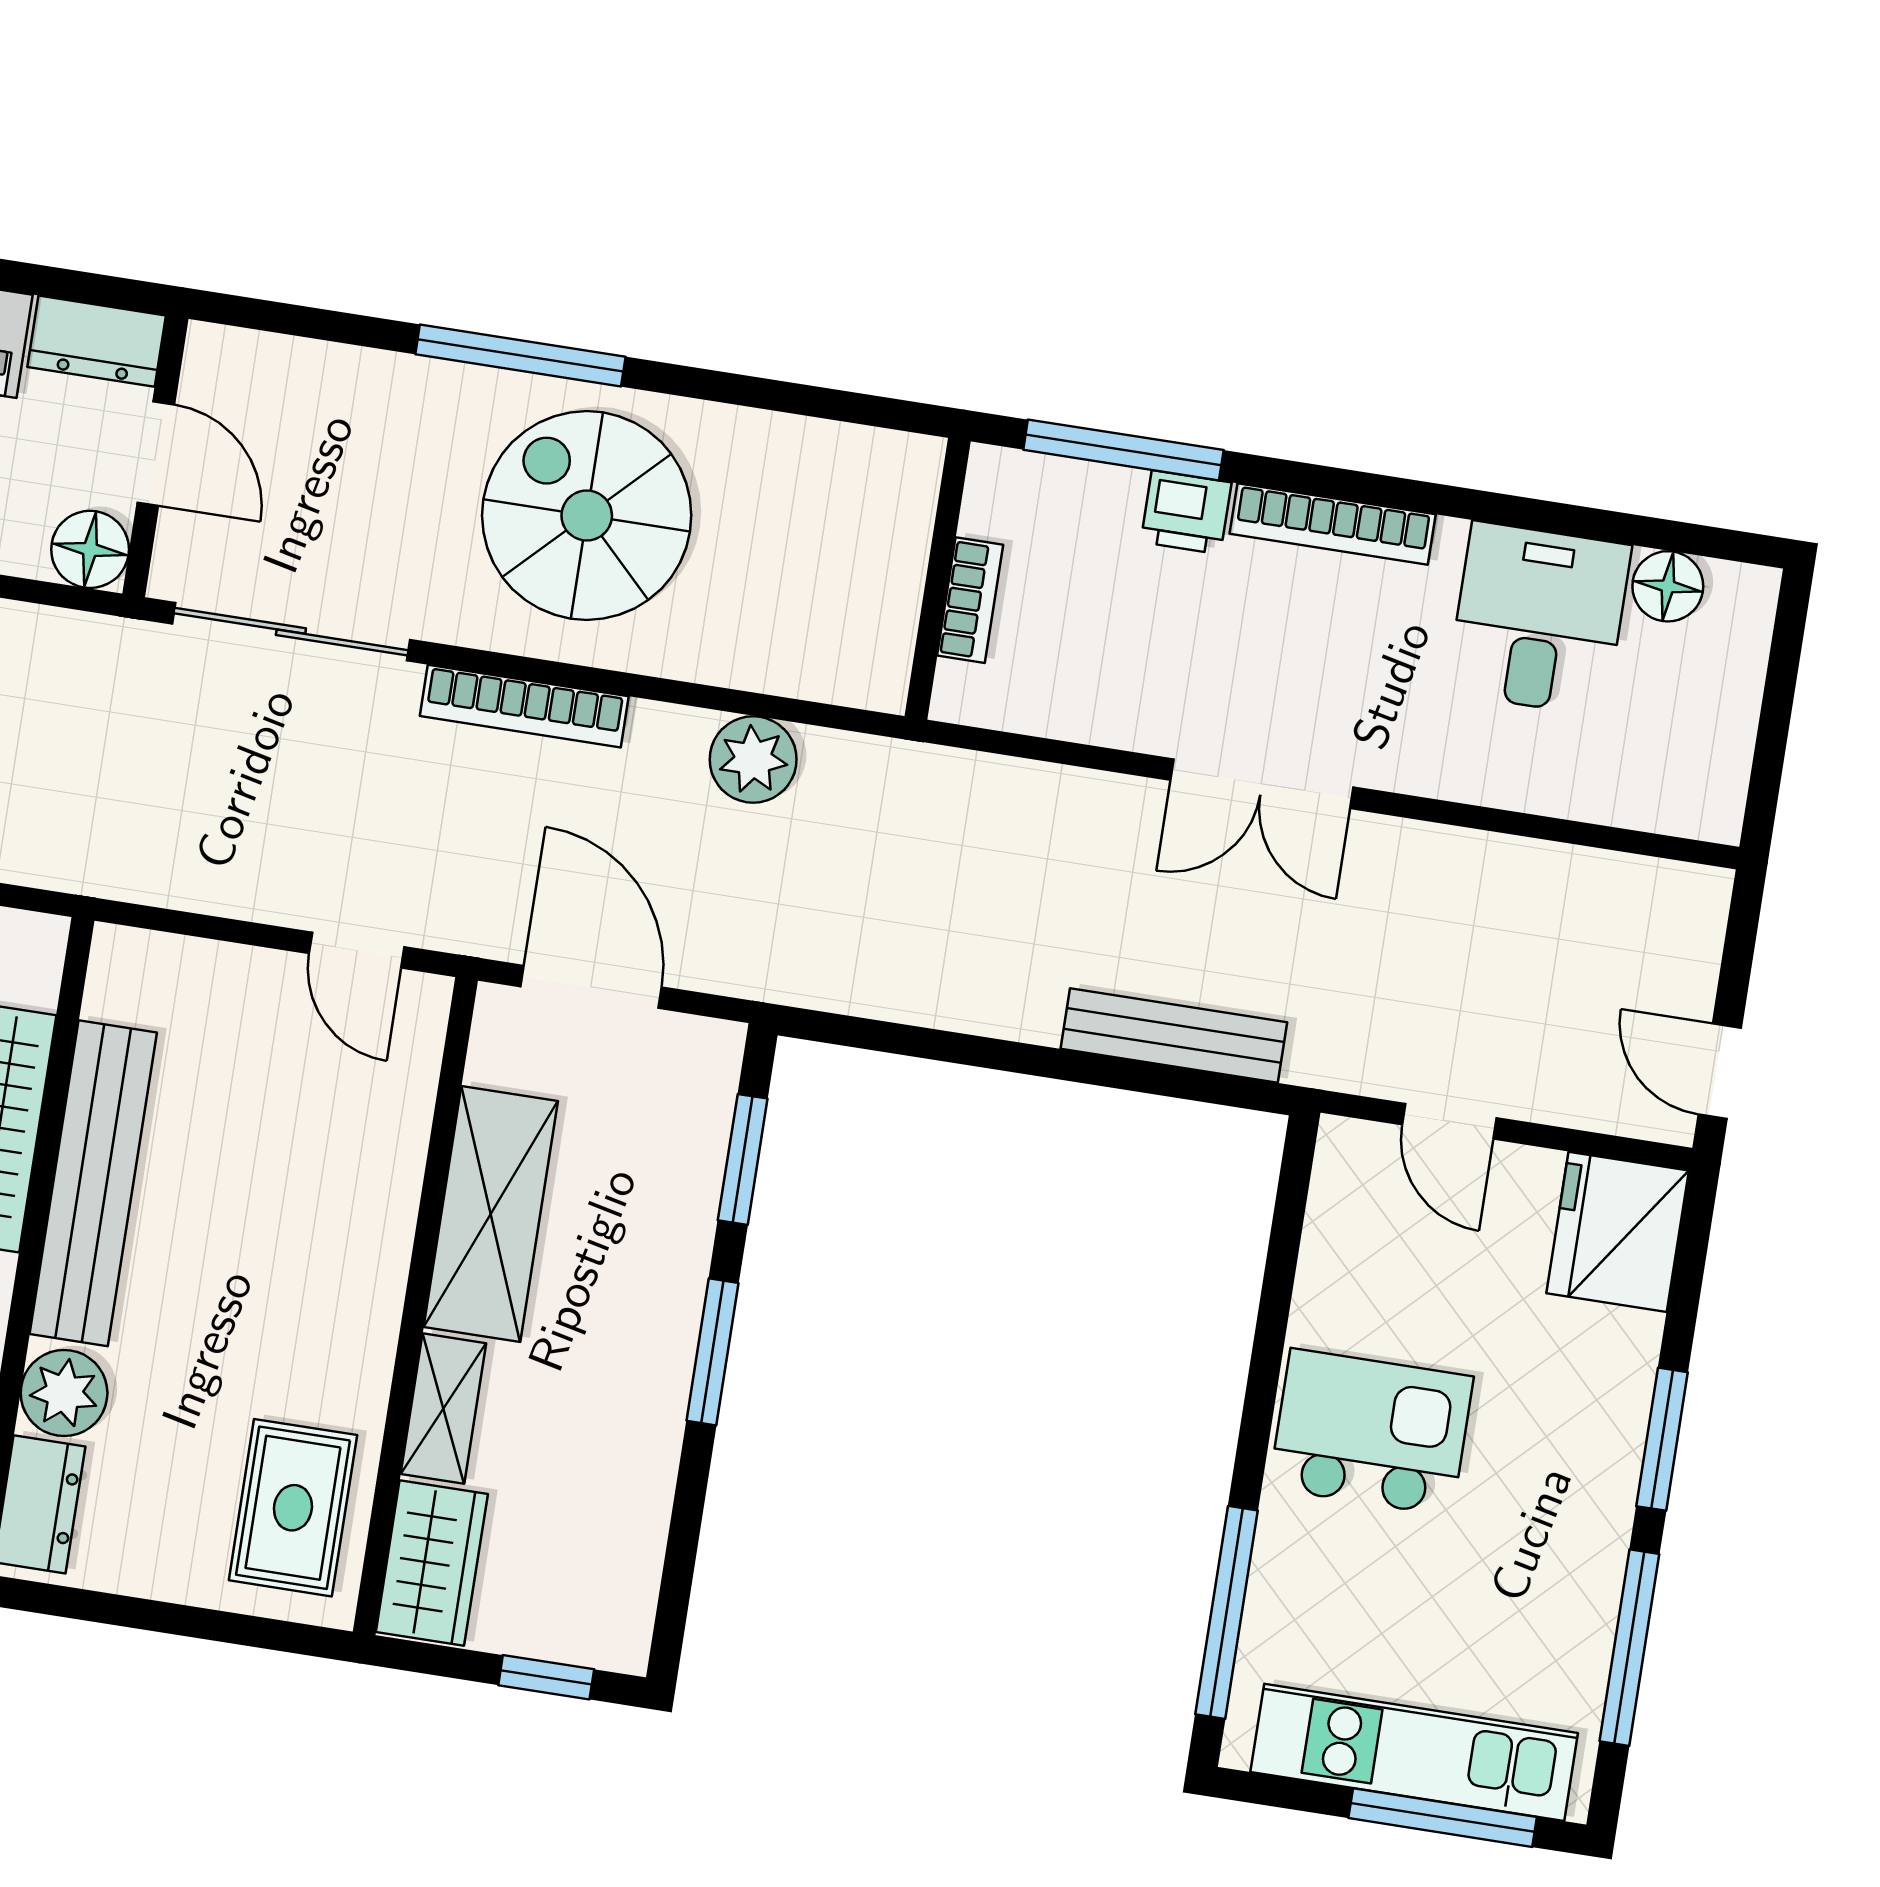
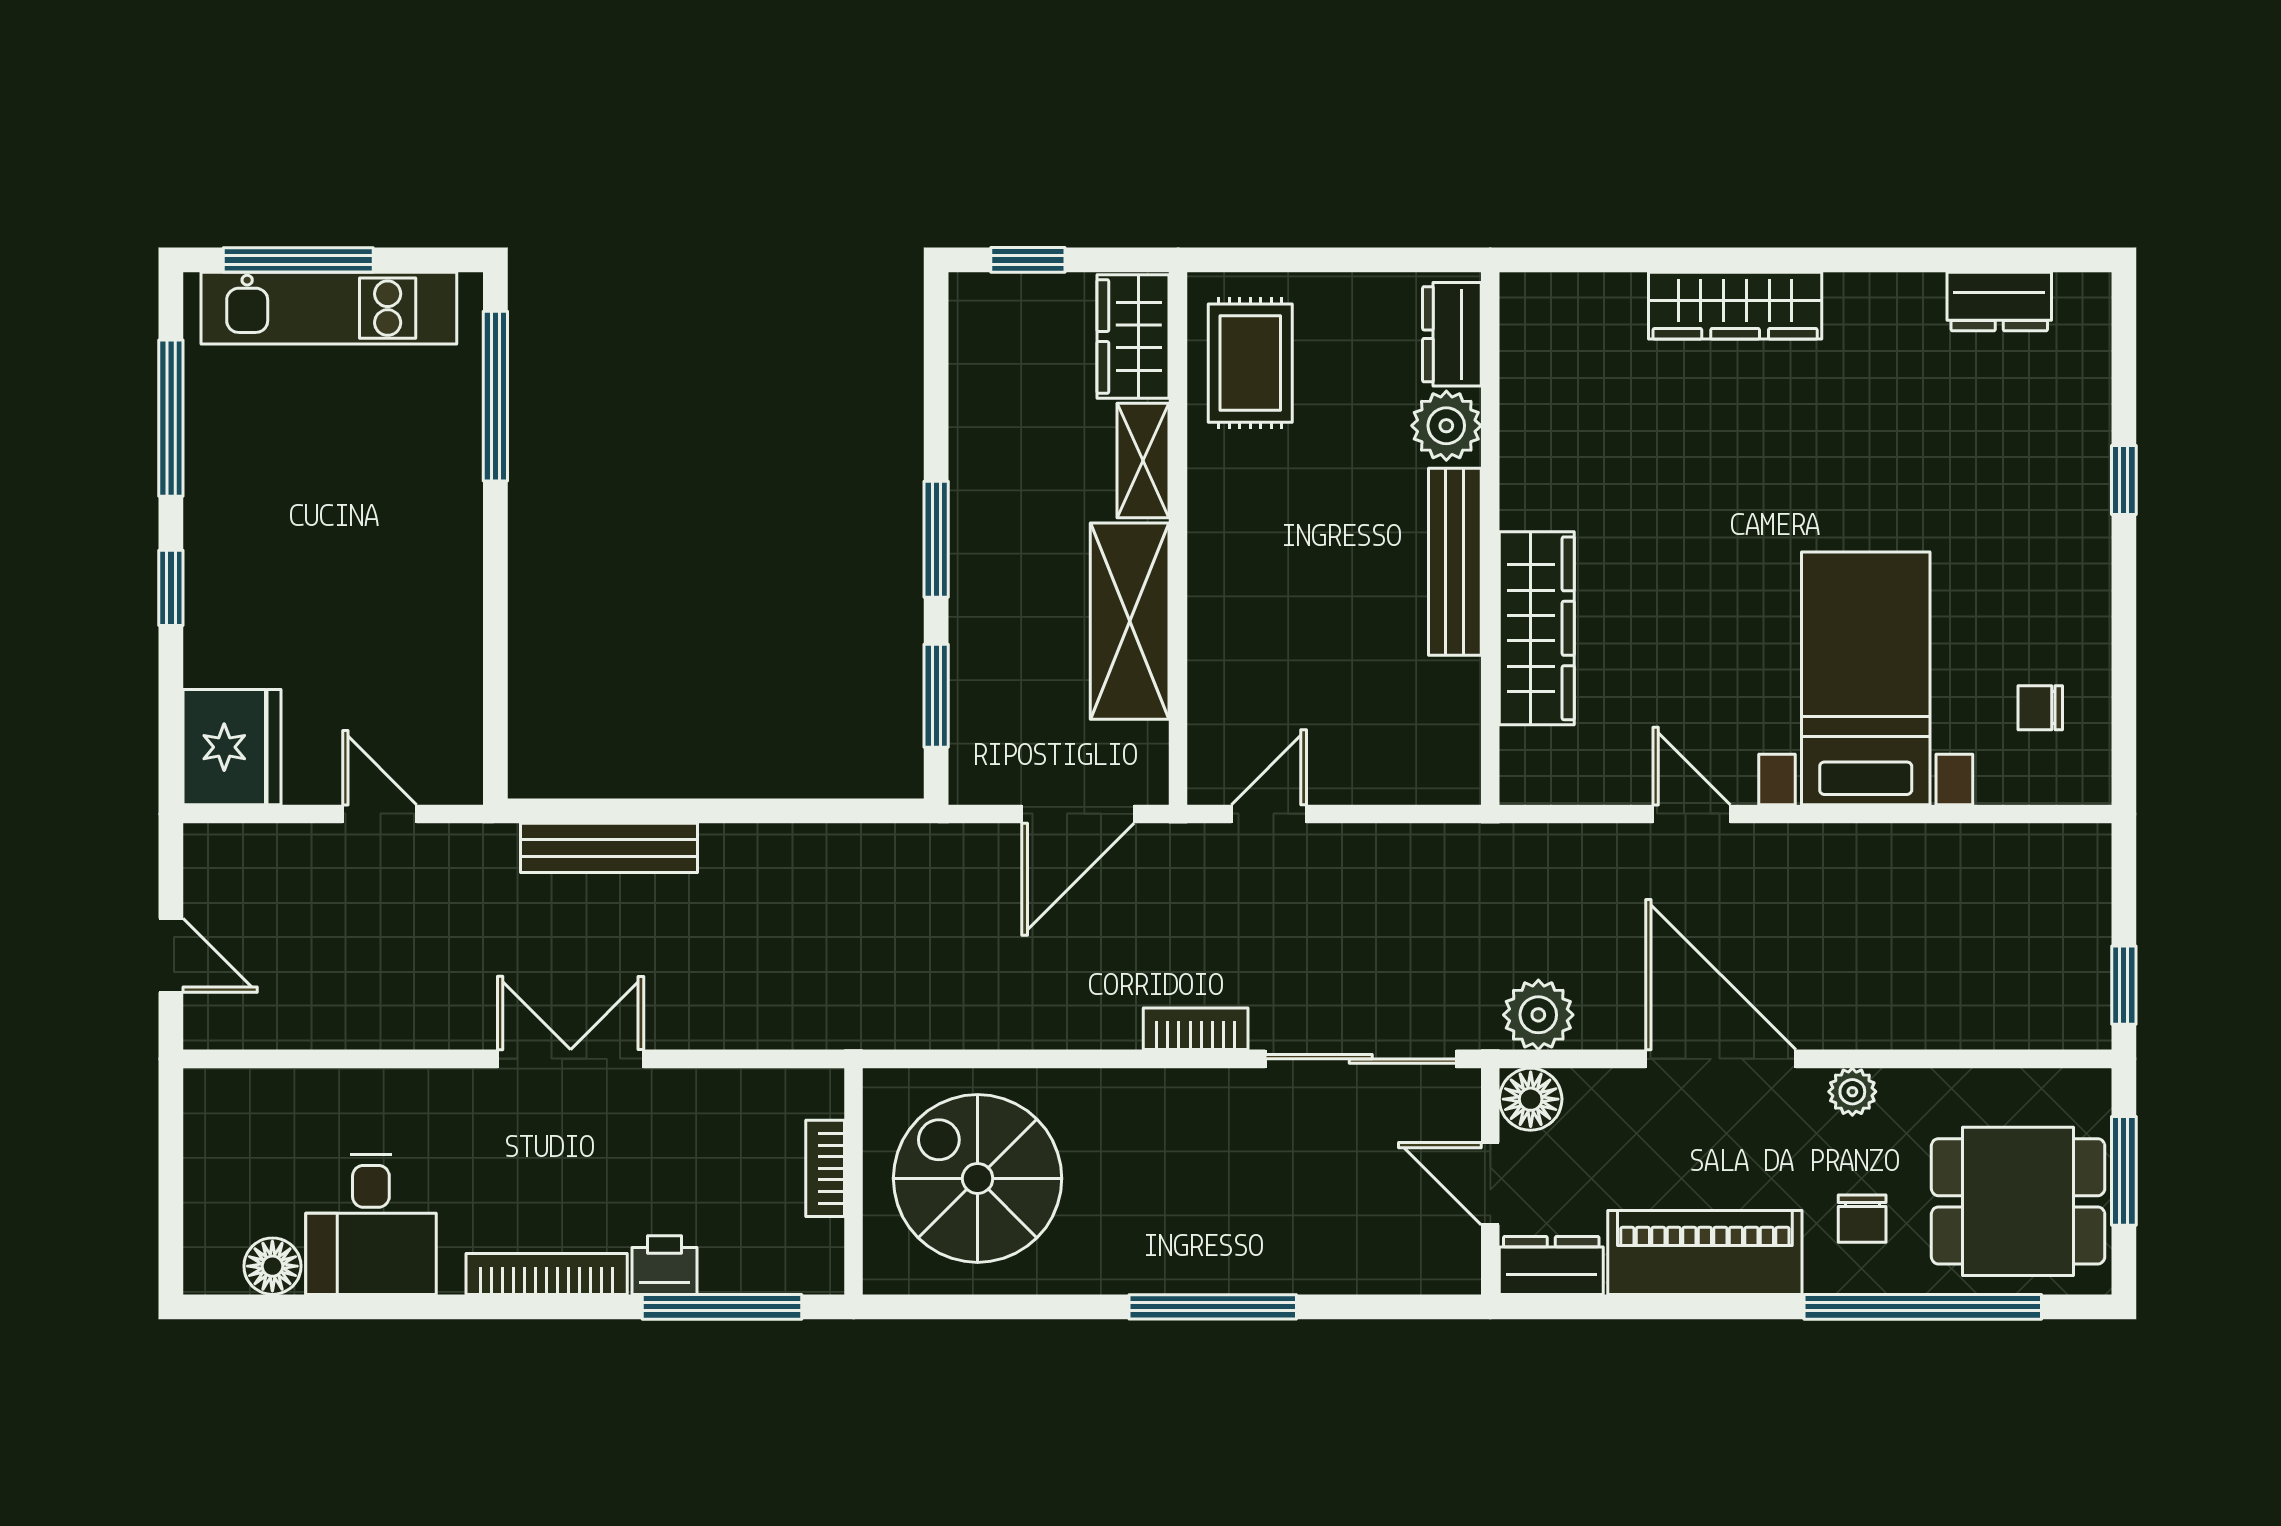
spiral stairs: (587, 516) -> (978, 1178), moved, turned 180
bookcase: (524, 706) -> (1196, 1029), width x0.64
plant: (753, 759) -> (1538, 1015), moved
door: (357, 950) -> (1269, 814), hinge flipped
door: (591, 987) -> (1078, 814), hinge flipped
door: (1720, 1071) -> (171, 955), moved
bench: (93, 1183) -> (1455, 562), width x0.73, depth x0.82
kitchen island: (1371, 1432) -> (403, 557), removed
window: (1662, 1439) -> (171, 588), width x0.67

